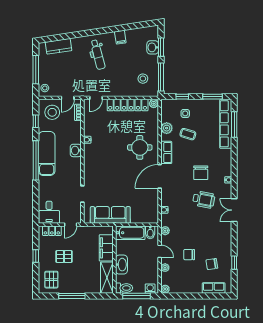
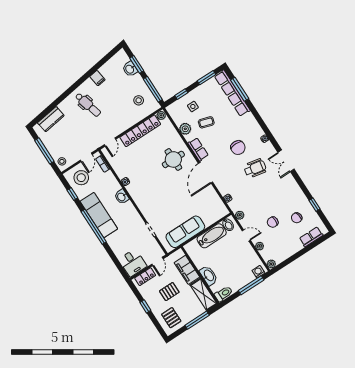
filing cabinet: (106, 248) -> (187, 270), moved
wall: (114, 260) -> (200, 275), moved
washbasin: (121, 265) -> (209, 276), moved
shelving: (107, 278) -> (204, 294), moved
toilet: (124, 288) -> (224, 294), moved

